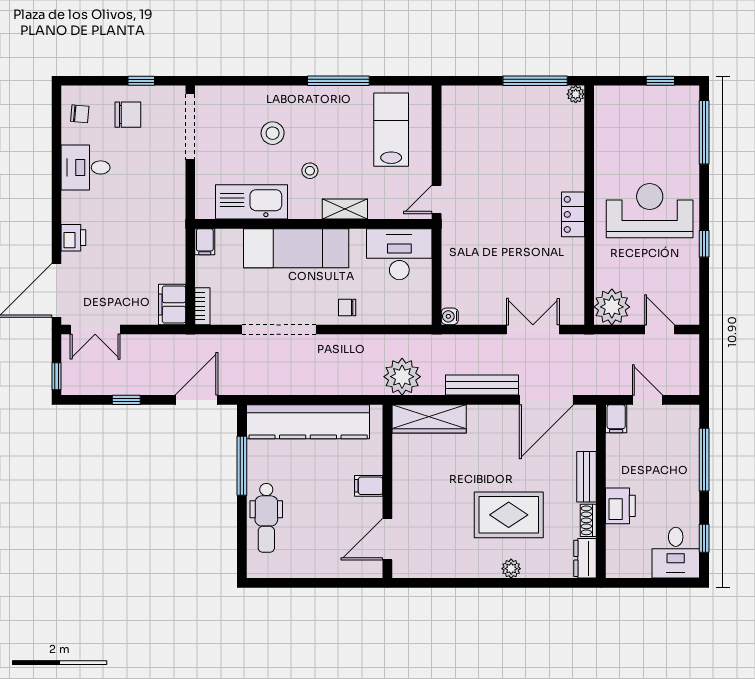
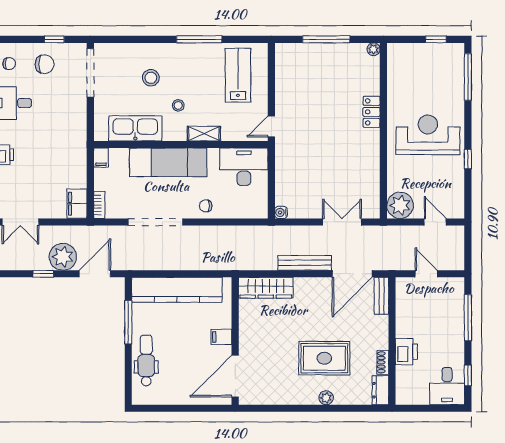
window: (535, 81) -> (326, 39), moved
locker: (573, 214) -> (372, 112), moved
plant: (402, 377) -> (63, 257), moved
filing cabinet: (616, 419) -> (403, 288), removed
bench: (586, 477) -> (381, 296), moved
dental chair: (266, 518) -> (146, 360), turned 180
door: (387, 539) -> (235, 376), width x1.36

